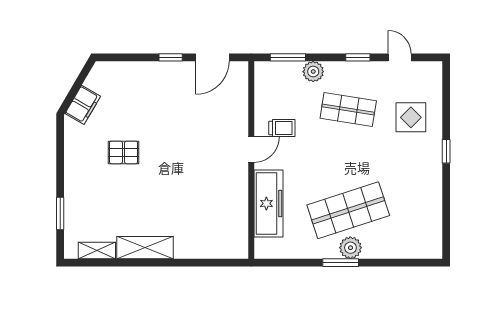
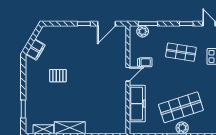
plant: (313, 72) -> (143, 31), moved

